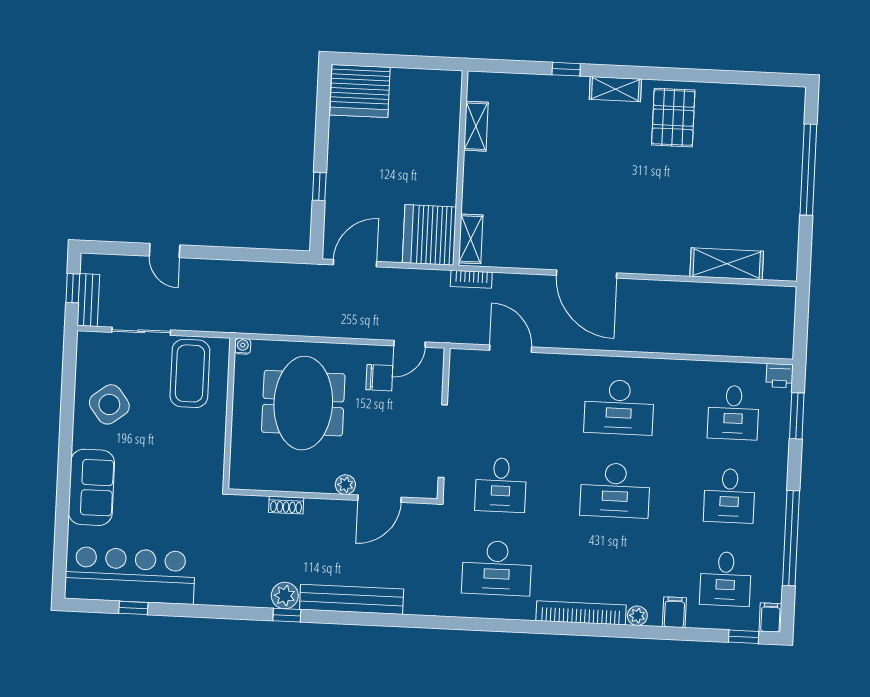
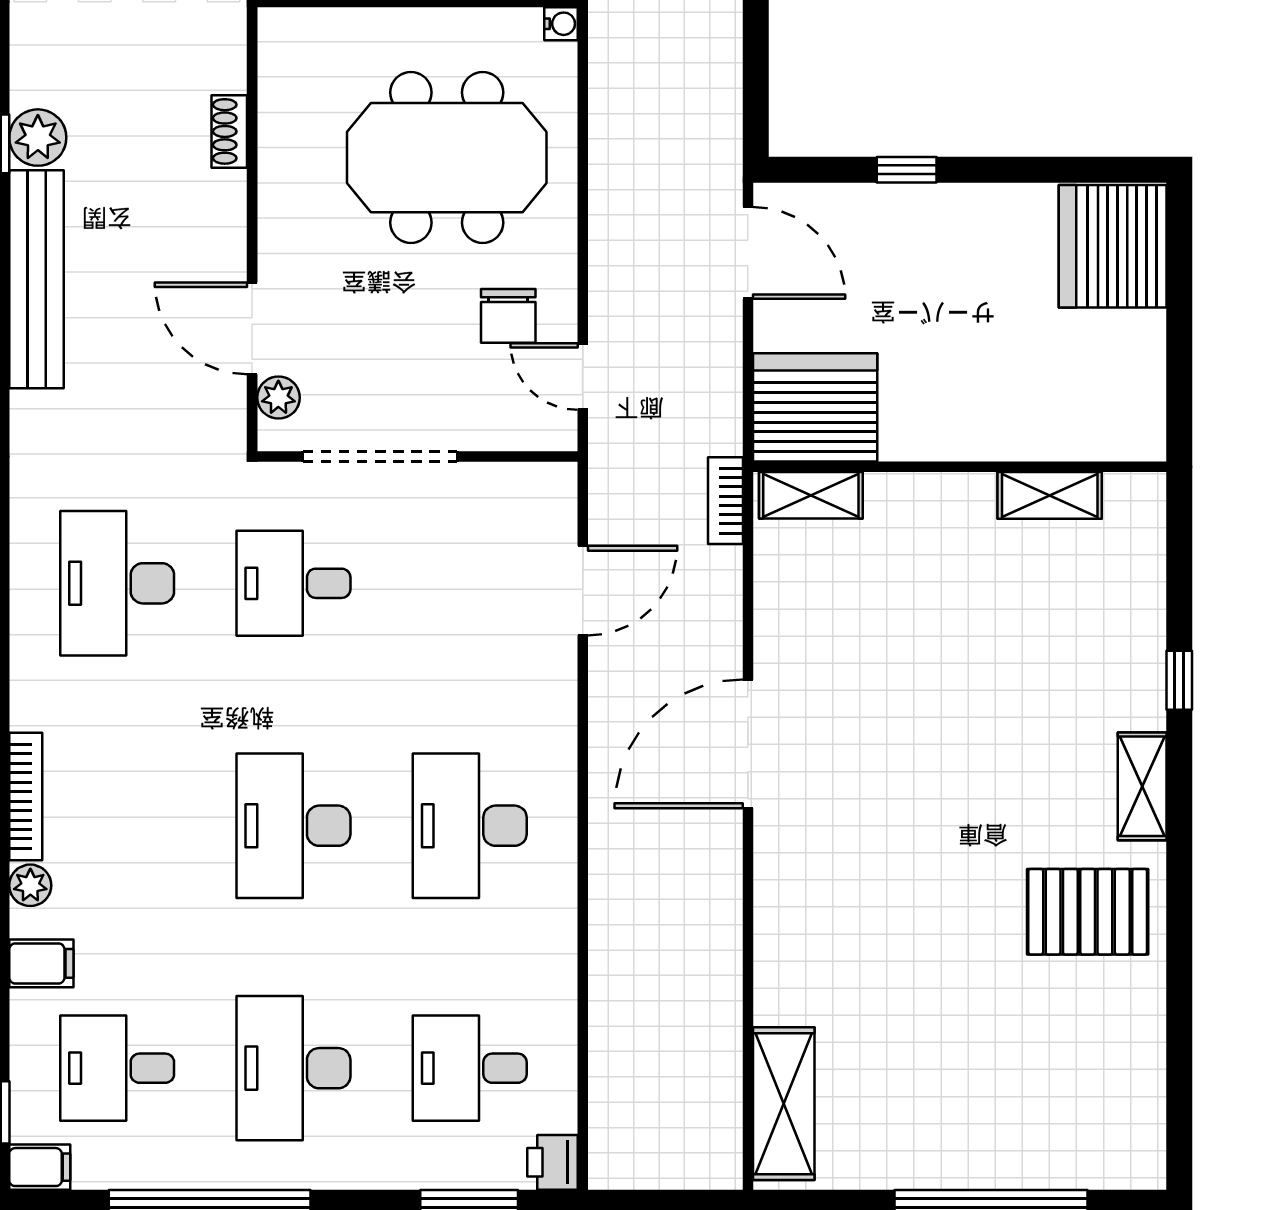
shelving: (727, 264) -> (784, 1104), moved
plant: (345, 485) -> (278, 398), moved
desk: (729, 496) -> (293, 1068), width x1.37
bookcase: (581, 613) -> (26, 796), width x0.68, depth x0.76

